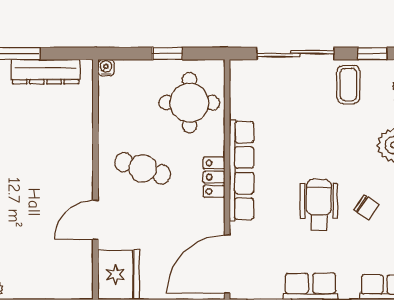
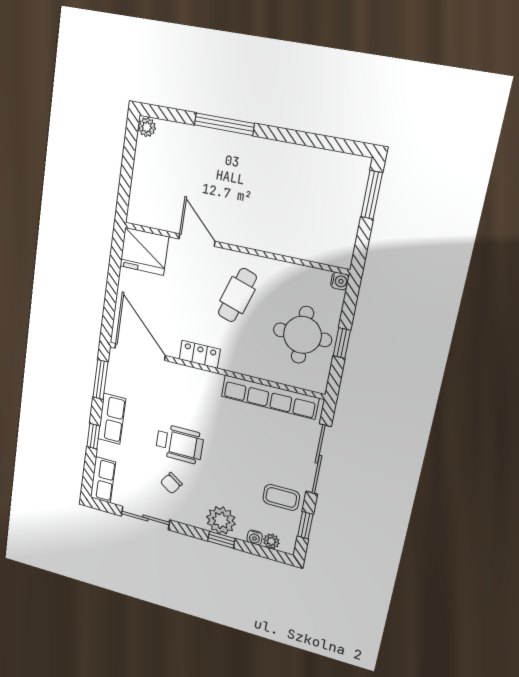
dresser: (45, 72) -> (347, 220), removed
round table: (189, 103) -> (302, 335), moved
row of seats: (242, 170) -> (270, 397), moved
locker: (214, 177) -> (200, 354), moved

